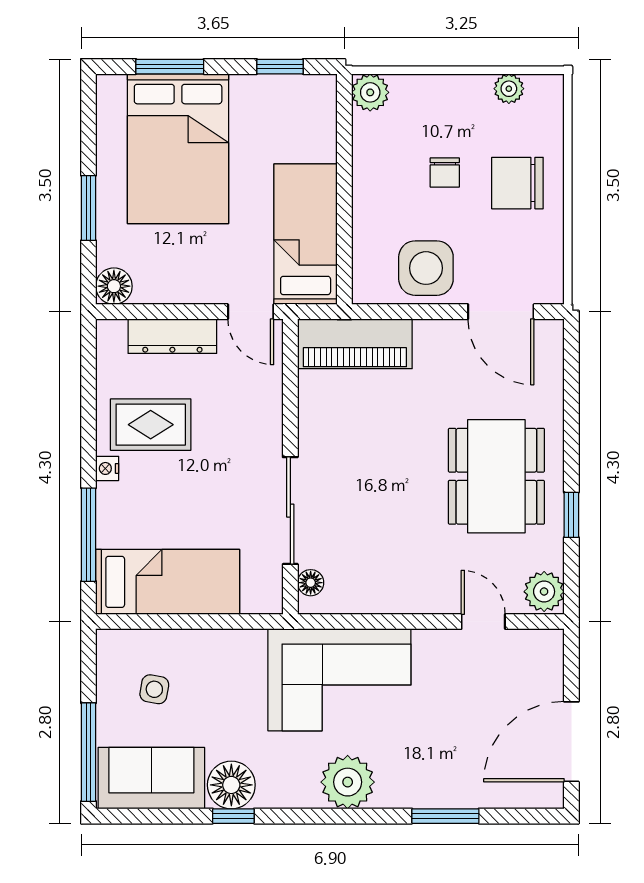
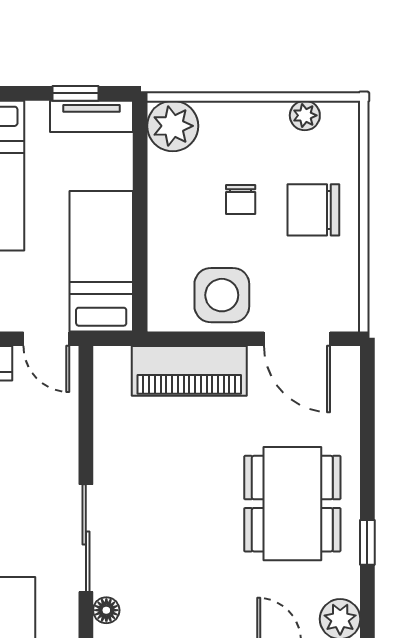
tv unit: (296, 90) -> (92, 116), added
plant: (370, 92) -> (173, 126), width x1.36, depth x1.36
piano: (355, 344) -> (189, 371), moved

